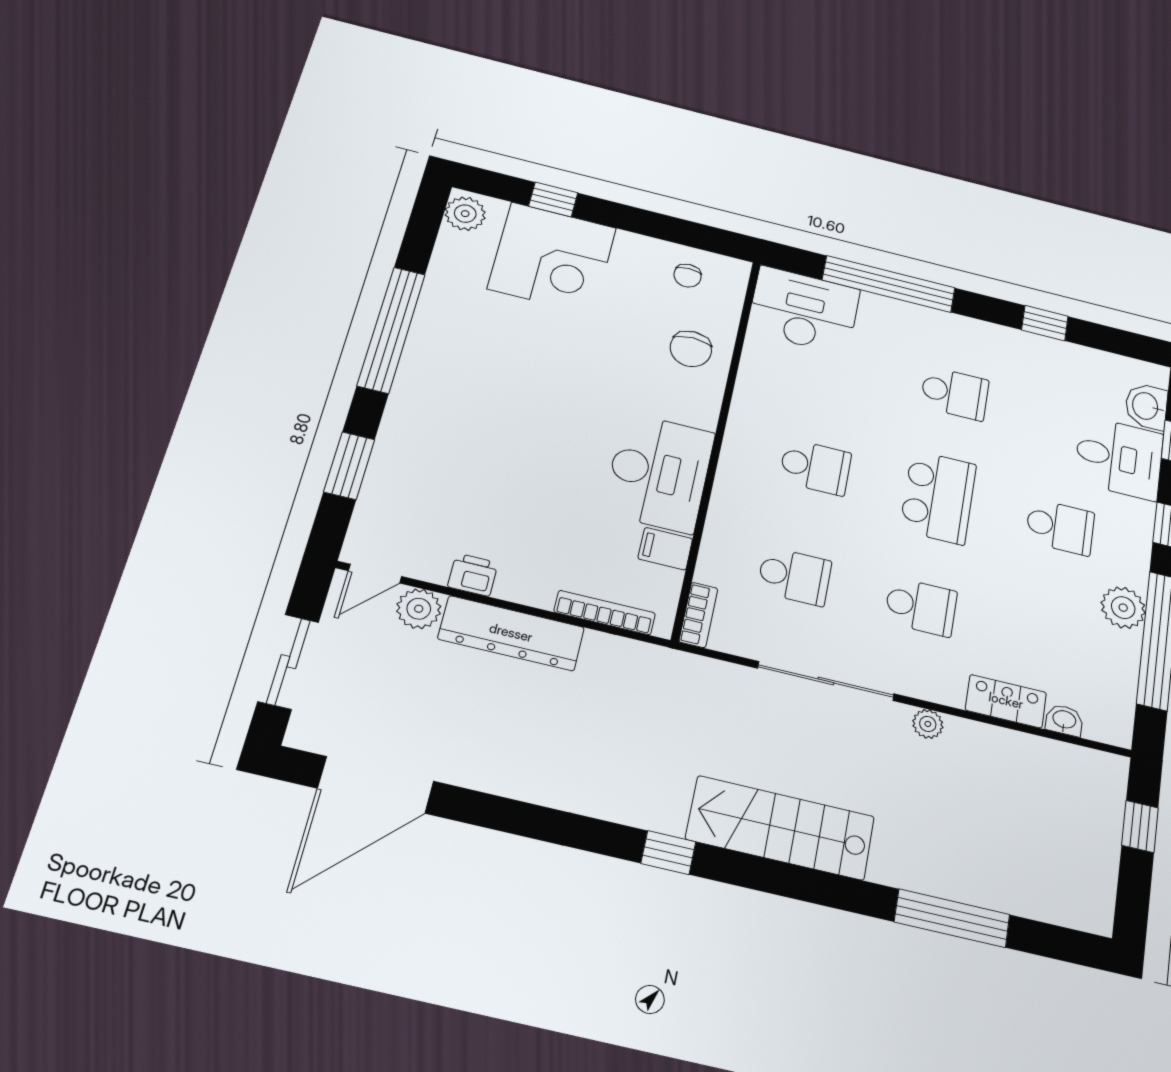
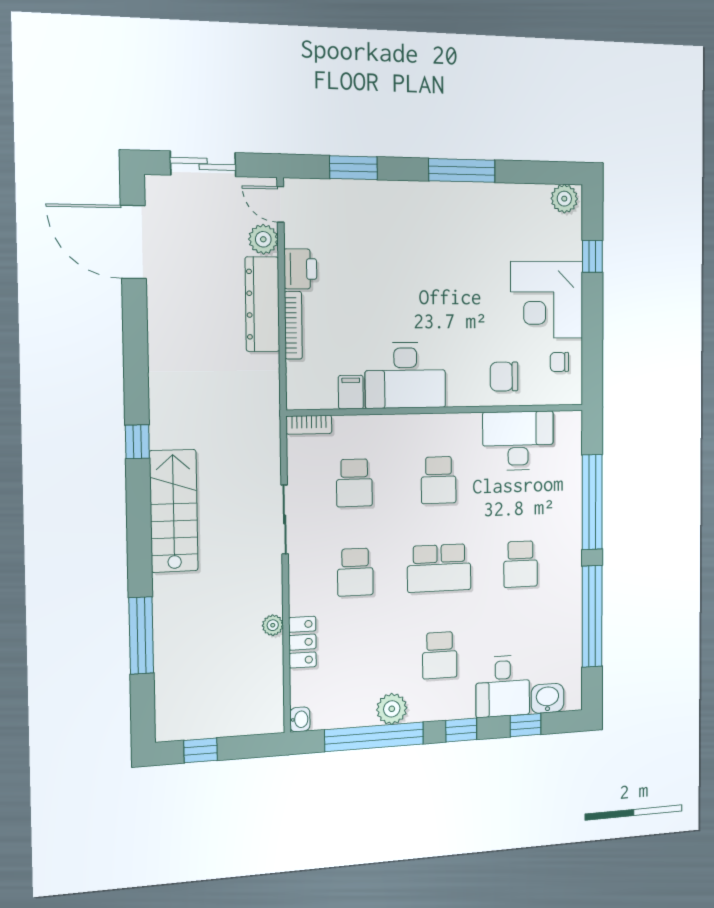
corner desk: (552, 258) -> (547, 300), moved
desk: (804, 310) -> (518, 441), moved, turned -90
window: (1045, 323) -> (592, 616), width x3.17
window: (391, 330) -> (462, 170), width x0.68
printer: (473, 575) -> (300, 269), width x1.36, depth x1.24
bookcase: (605, 613) -> (293, 325), moved
sliding door: (826, 681) -> (285, 519), width x0.73
washbasin: (1064, 720) -> (300, 719), moved
plant: (928, 724) -> (273, 625), moved
window: (1140, 827) -> (201, 750), moved

